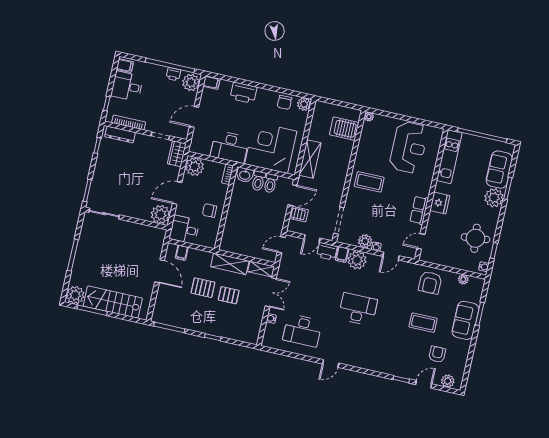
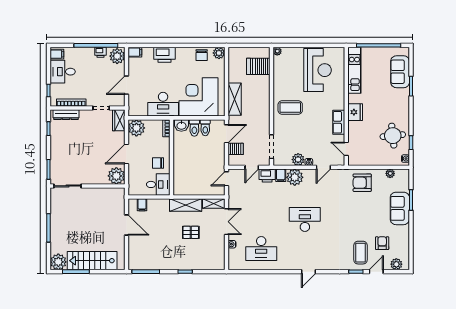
plant: (494, 198) -> (401, 97), removed
desk: (184, 229) -> (158, 184), moved, turned 180
door: (421, 241) -> (346, 149), hinge flipped
armchair: (430, 283) -> (362, 183), turned 90
pallet: (203, 288) -> (167, 231), removed
coffee table: (423, 323) -> (361, 253), moved, turned 90
door: (331, 364) -> (309, 272), moved

